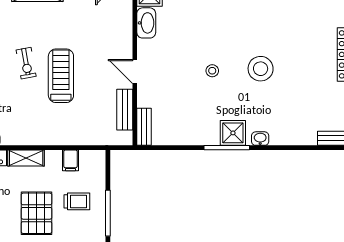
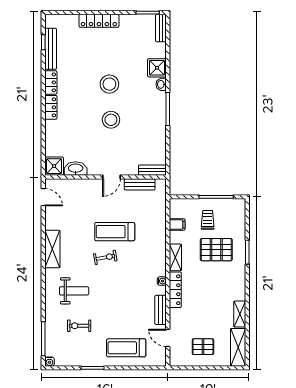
stool: (212, 71) -> (111, 120), width x1.89, depth x1.89
shower: (233, 133) -> (157, 68), moved

